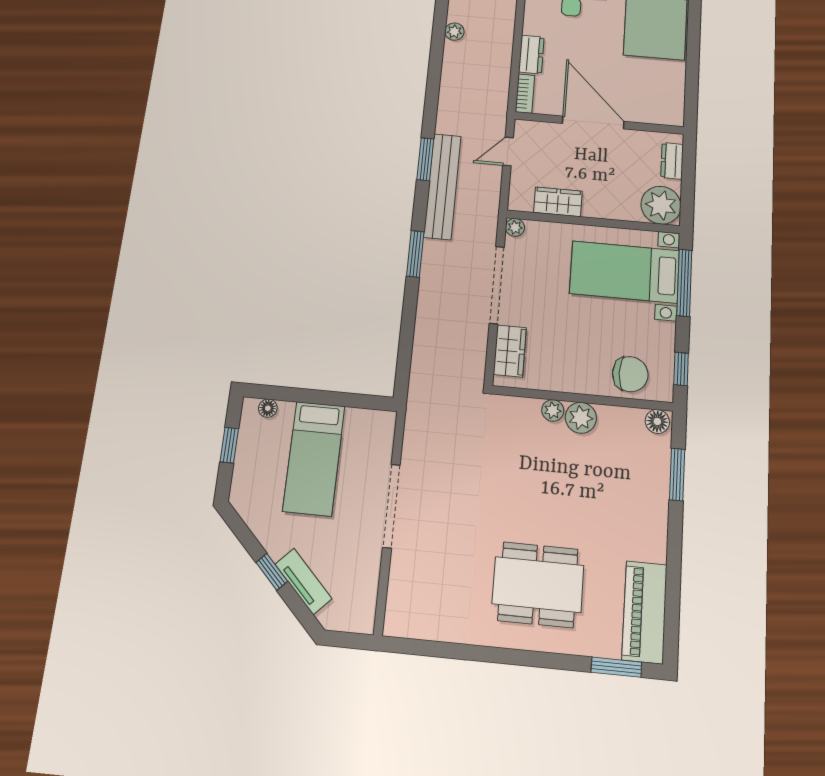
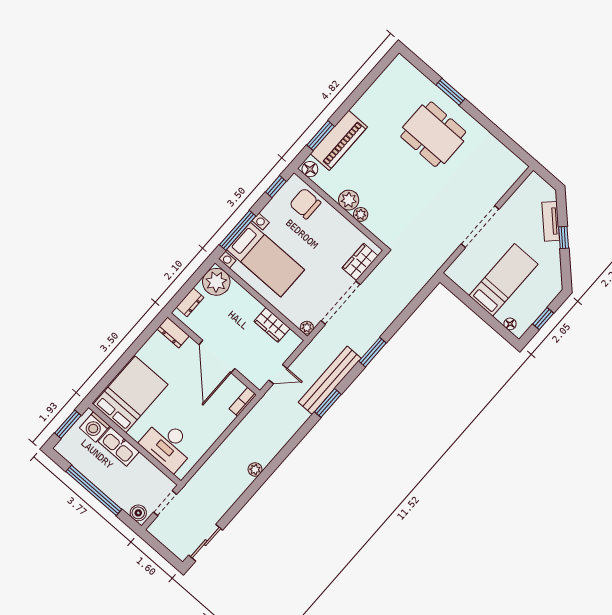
dresser: (531, 55) -> (173, 332), moved, turned -90
piano: (645, 612) -> (339, 140), moved
window: (616, 667) -> (451, 92), moved

